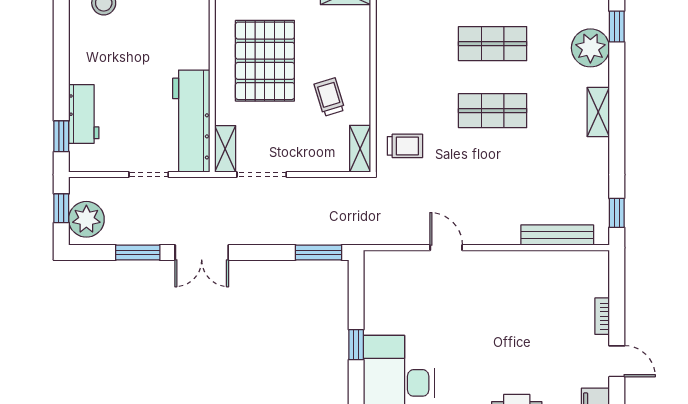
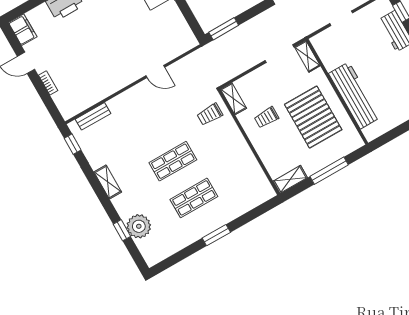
window: (617, 27) -> (122, 230), moved
trolley: (329, 97) -> (266, 117), turned 107
shelving: (598, 112) -> (108, 182), moved
workbench: (191, 121) -> (354, 95), moved
bench: (557, 235) -> (93, 116), width x0.73

